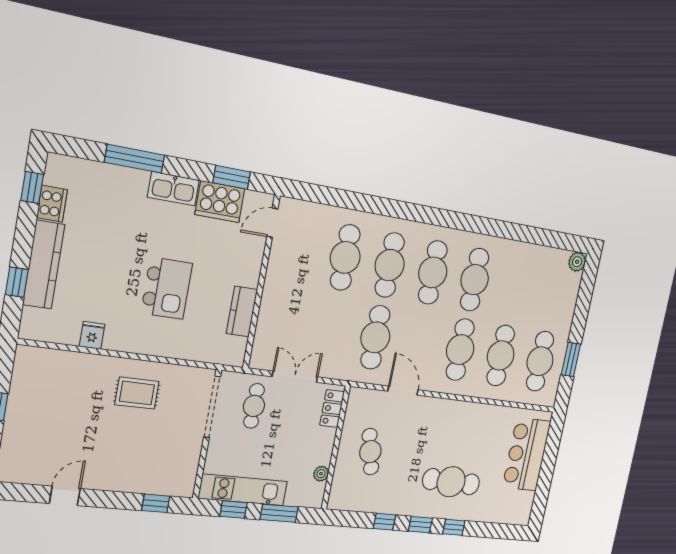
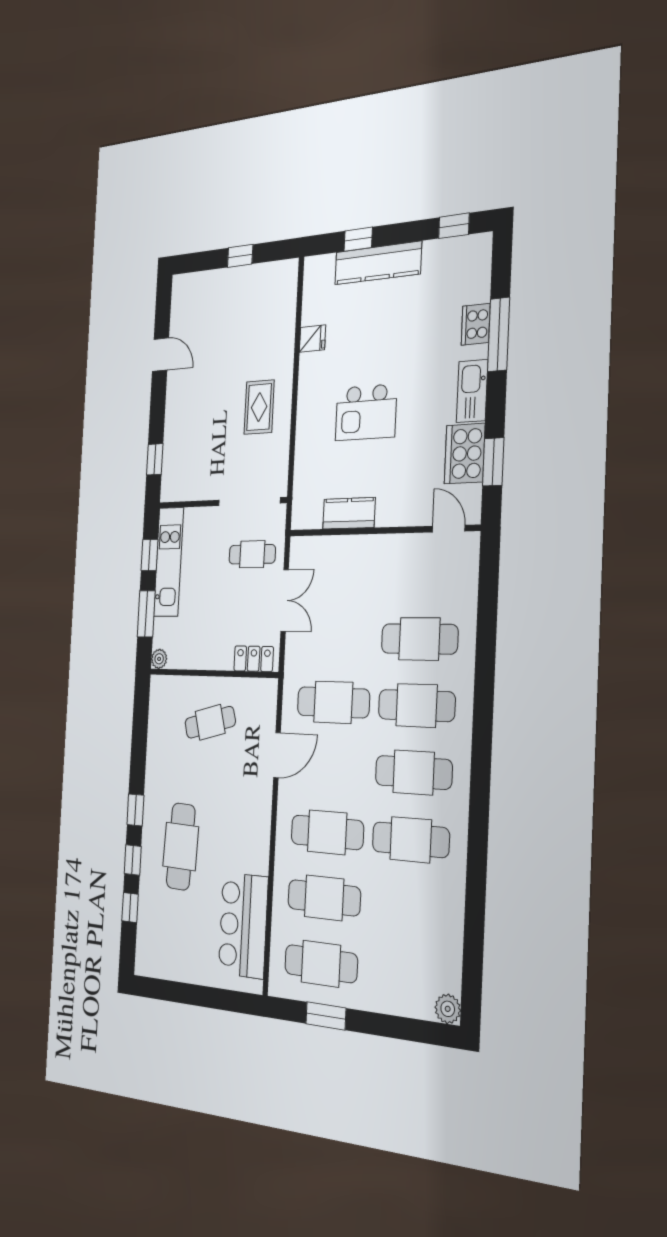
cooker: (52, 204) -> (476, 324), moved, turned 90
bar counter: (527, 454) -> (243, 925), moved, turned -90
plant: (321, 474) -> (159, 659), moved
window: (385, 522) -> (130, 908), moved

